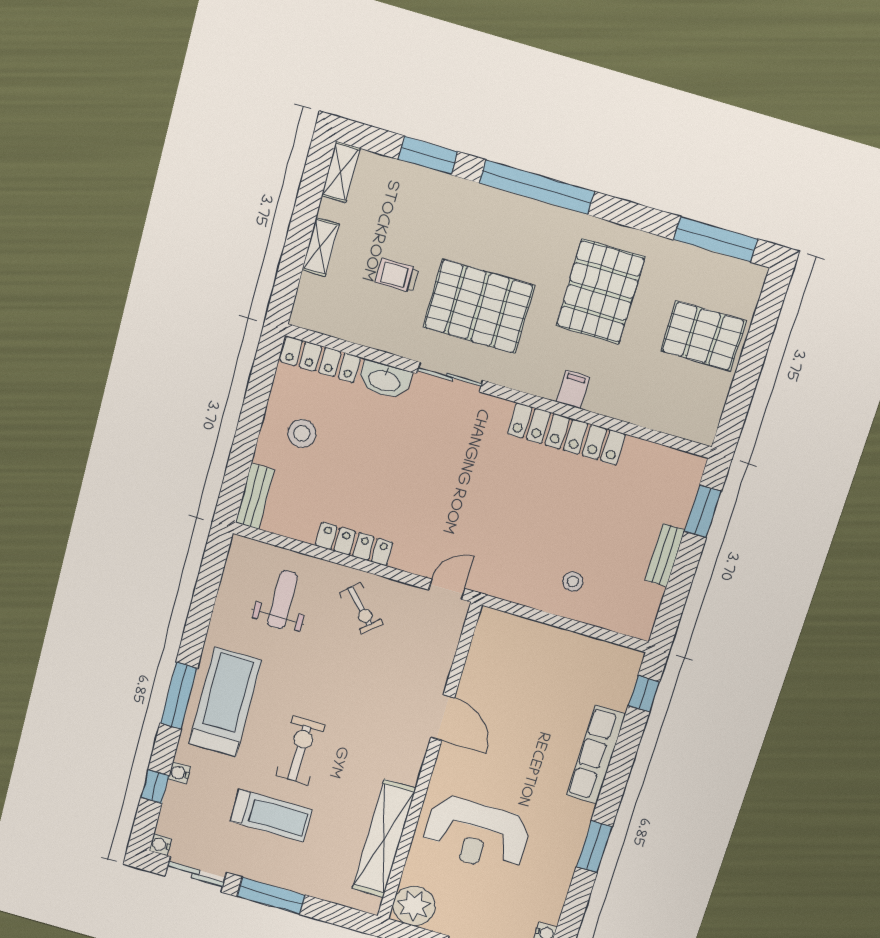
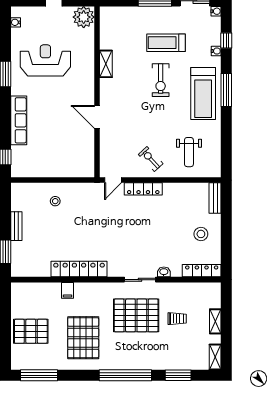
washbasin: (385, 380) -> (164, 272), width x0.52, depth x0.69
filing cabinet: (573, 389) -> (67, 290), moved
locker: (354, 544) -> (143, 189), moved
reception desk: (476, 834) -> (45, 60), moved
shelving: (384, 839) -> (106, 64), width x0.45, depth x0.75

